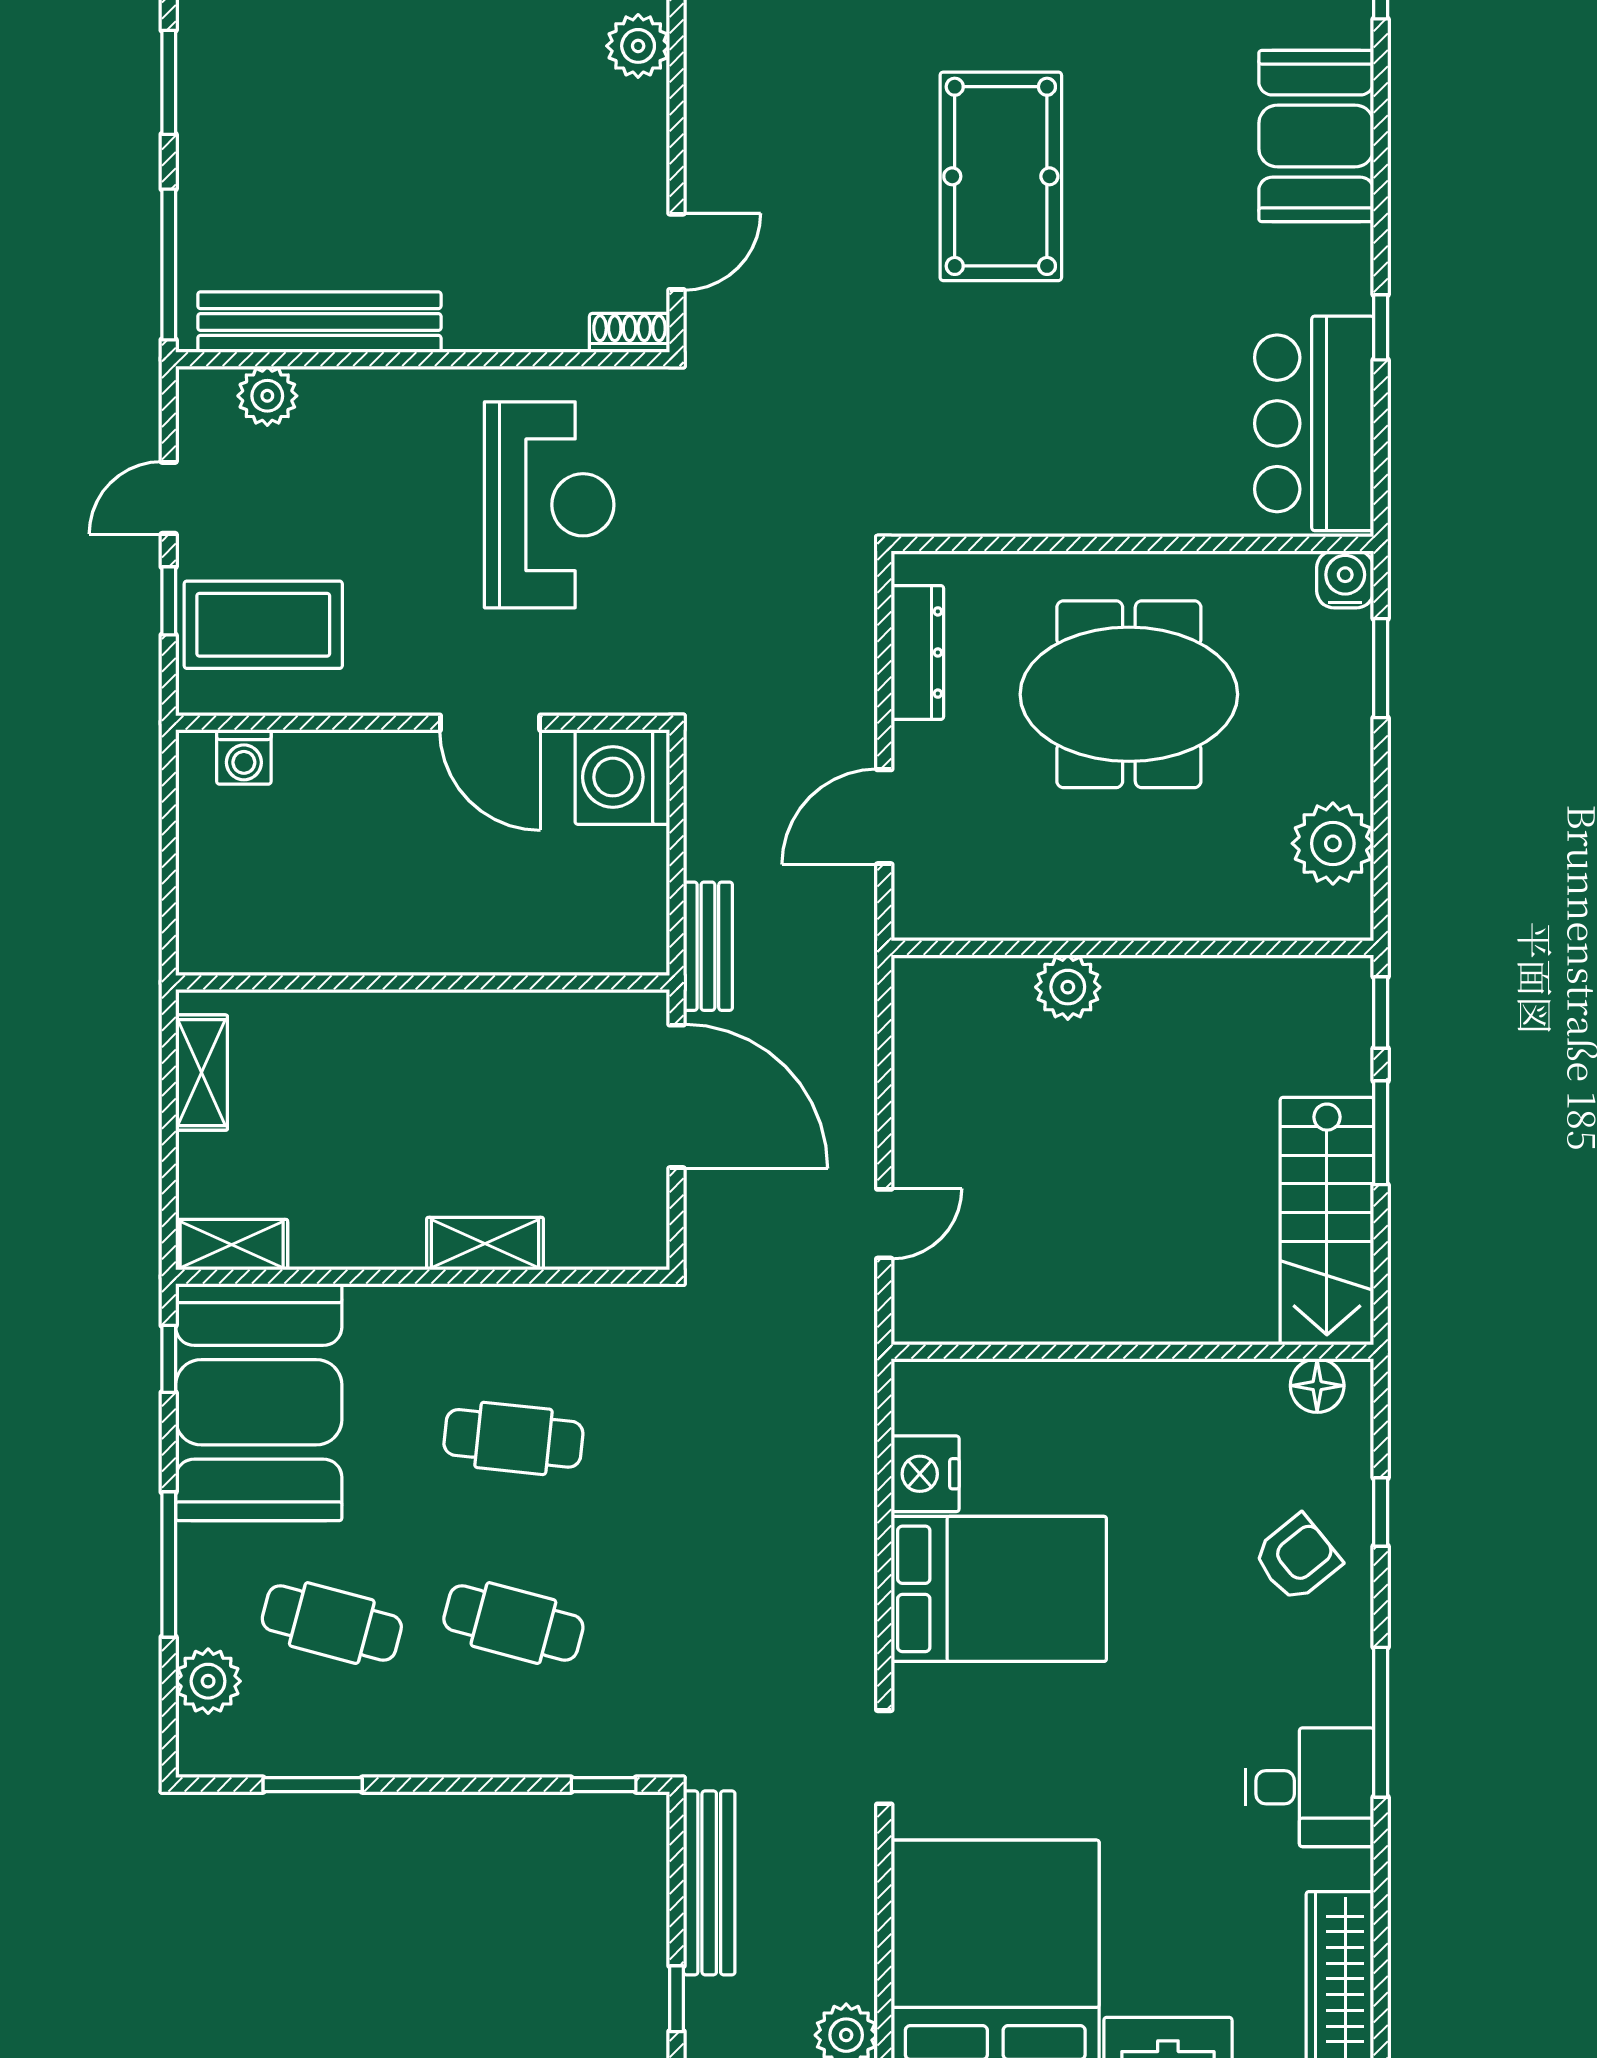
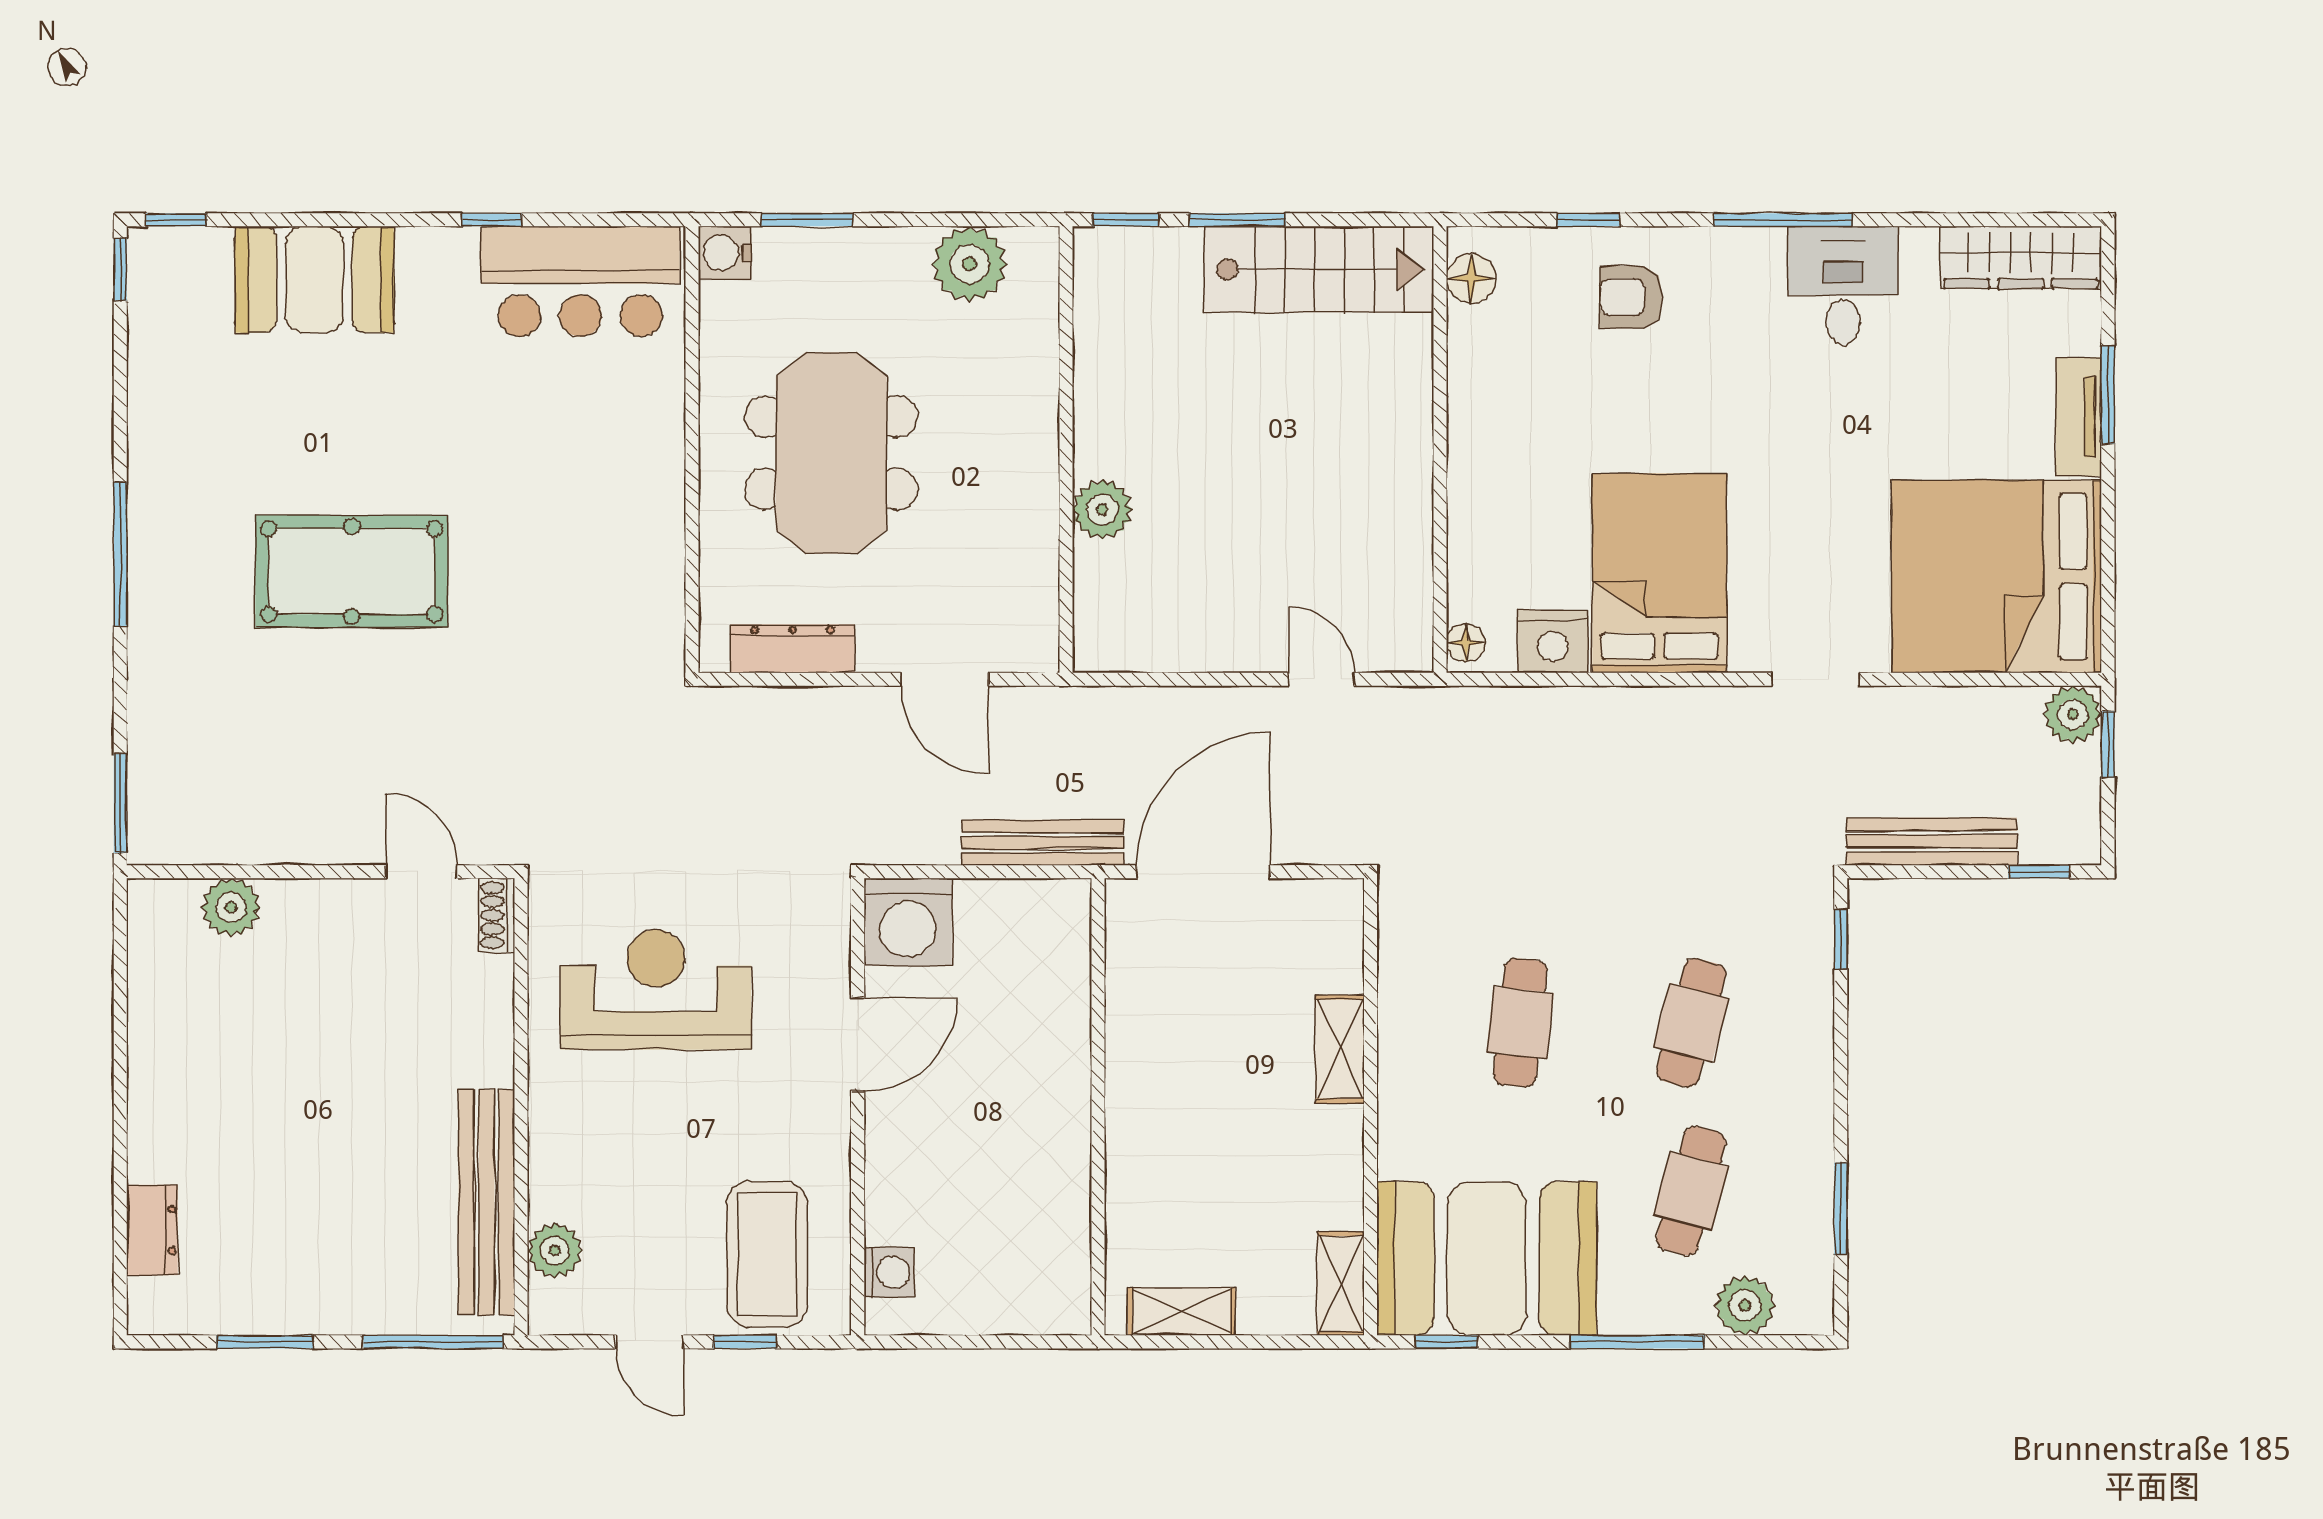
bench: (708, 946) -> (1043, 843), width x1.36
floor lamp: (924, 1380) -> (1466, 643), added
armchair: (1297, 1558) -> (1631, 297), turned -51

